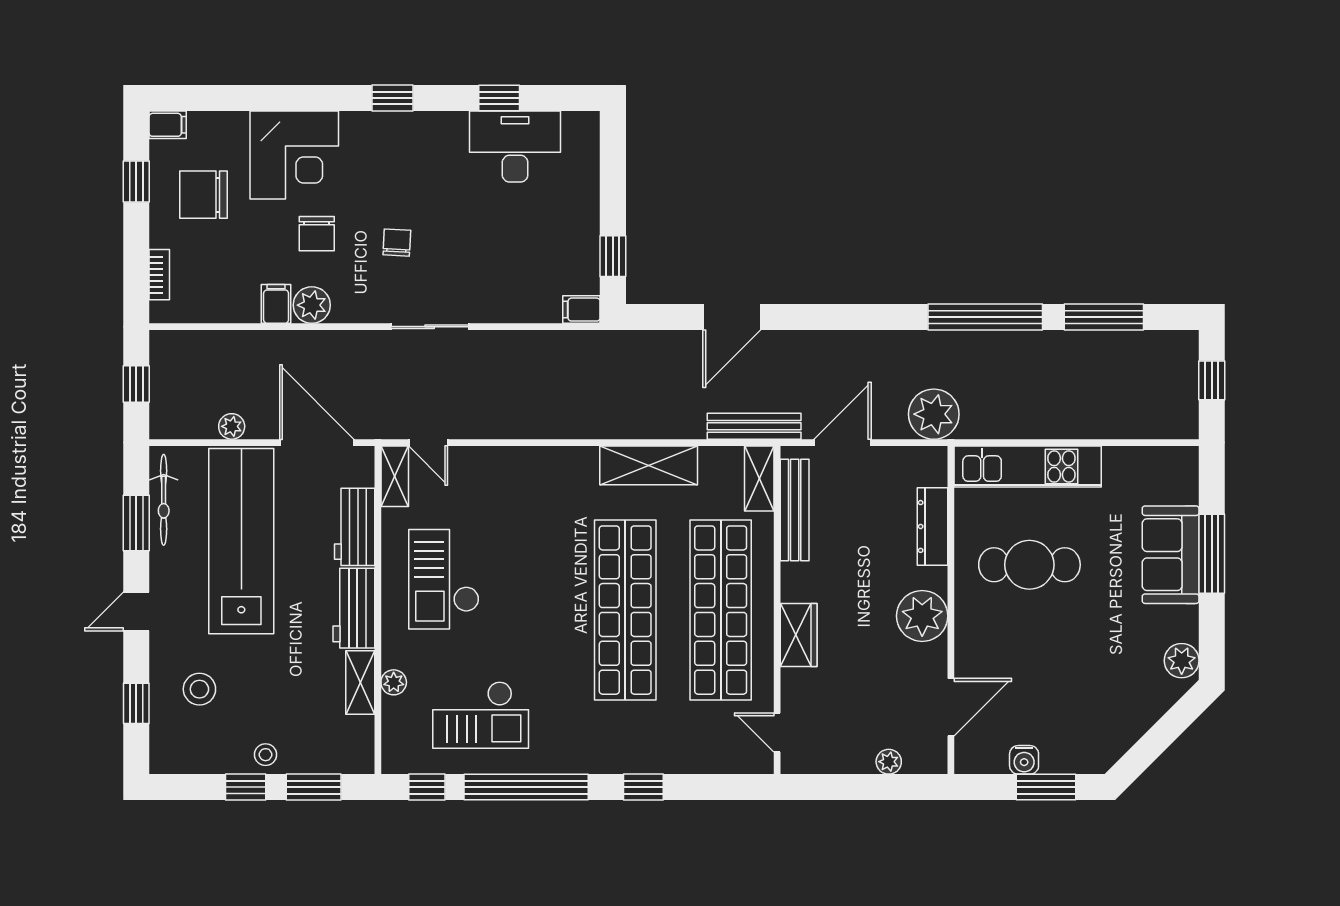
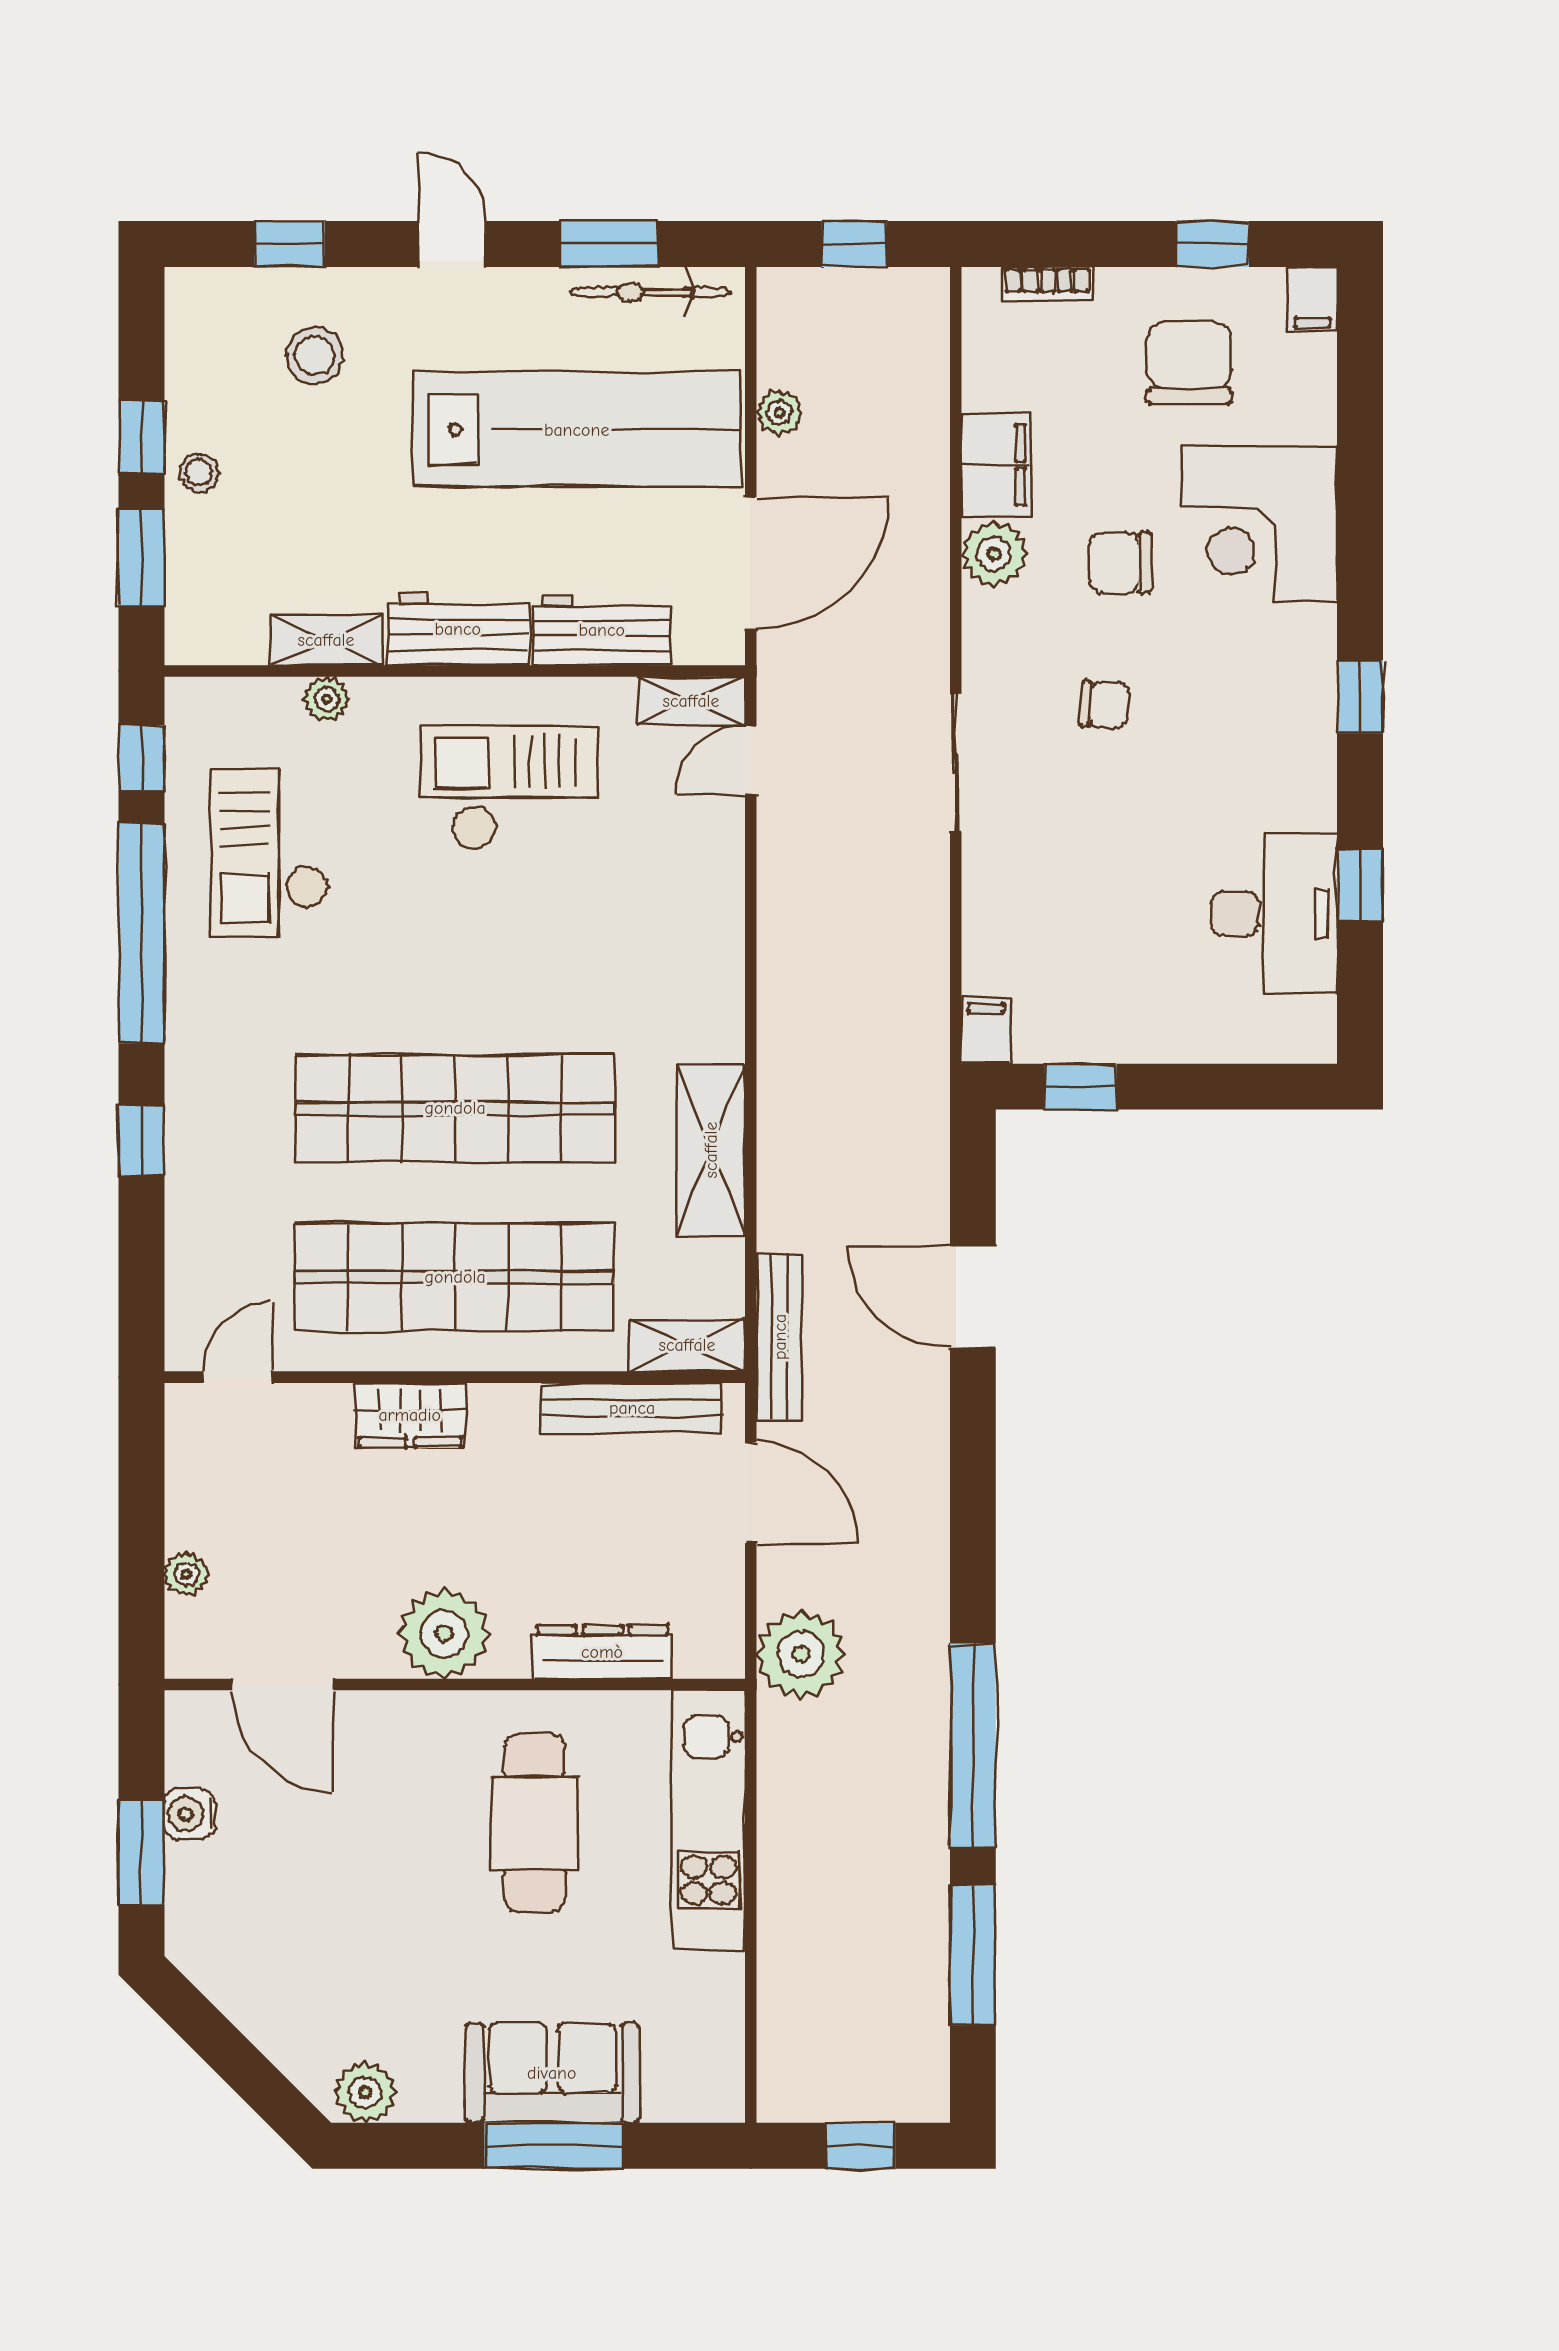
filing cabinet: (276, 304) -> (996, 465), width x2.00

